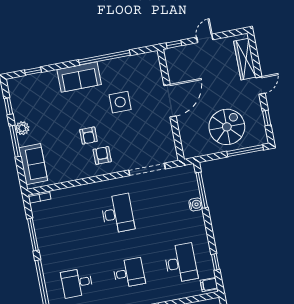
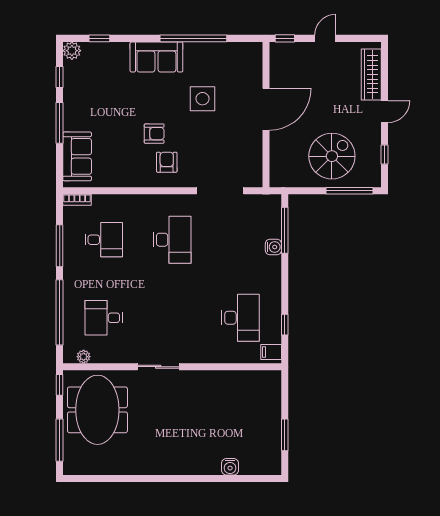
plant: (22, 128) -> (72, 51), moved
armchair: (88, 136) -> (154, 134), turned -90
desk: (129, 273) -> (104, 240), moved

